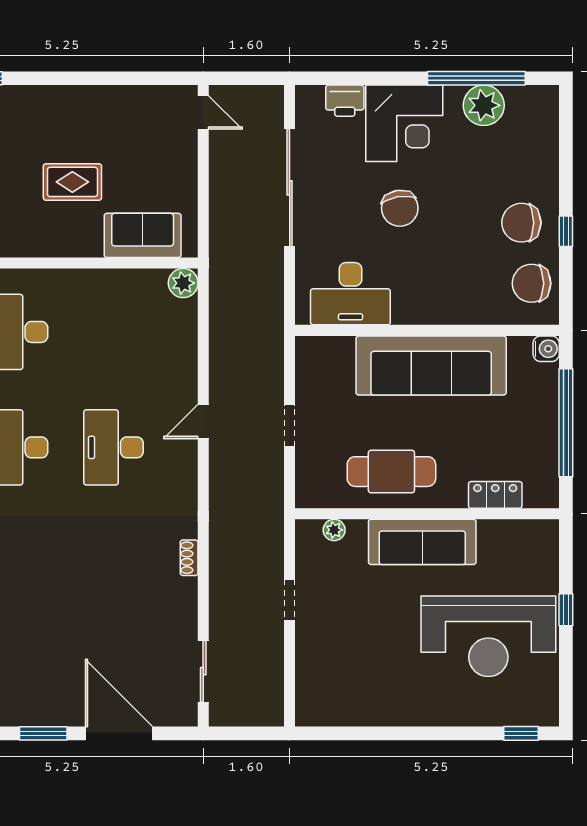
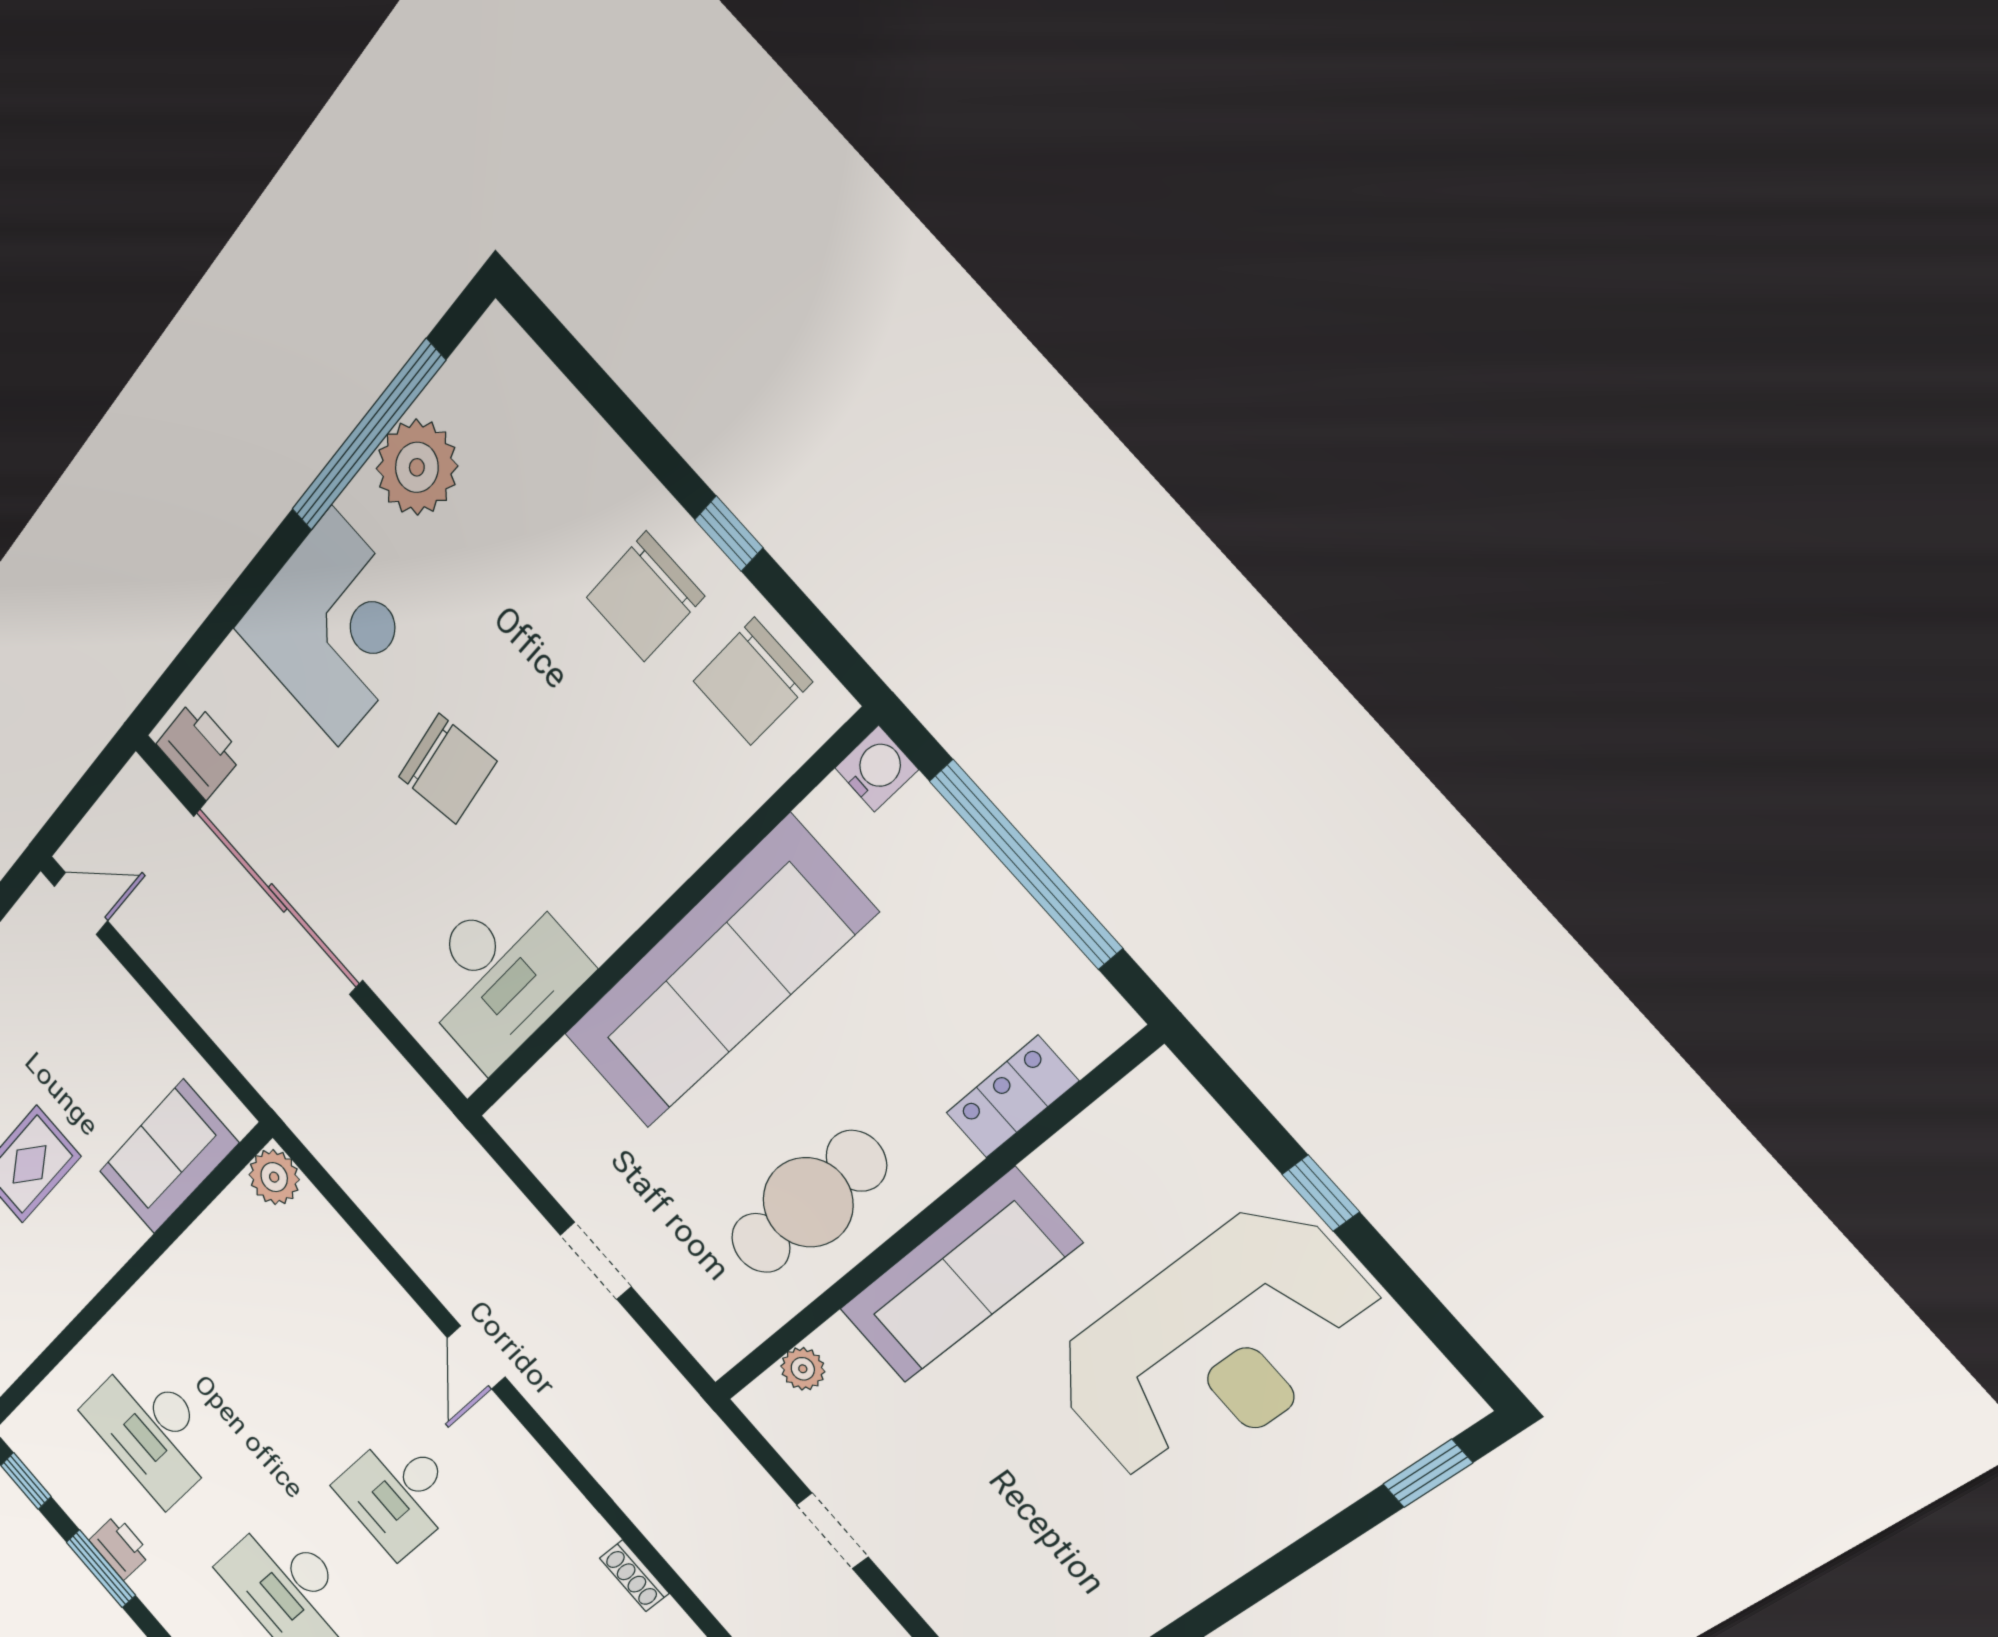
printer: (345, 101) -> (200, 750), moved, turned -90
desk: (113, 447) -> (398, 1494), width x0.73

